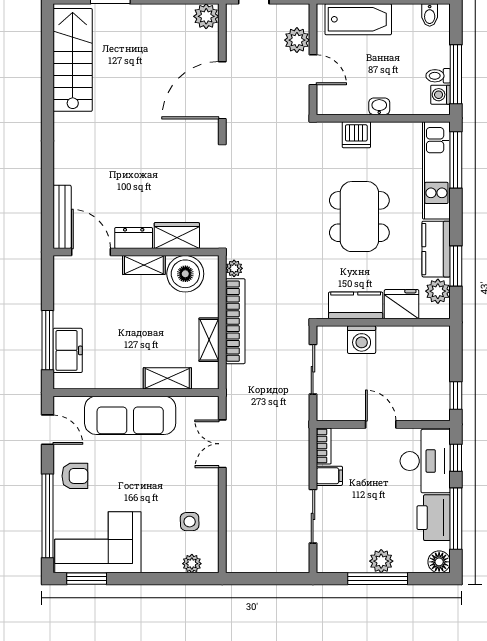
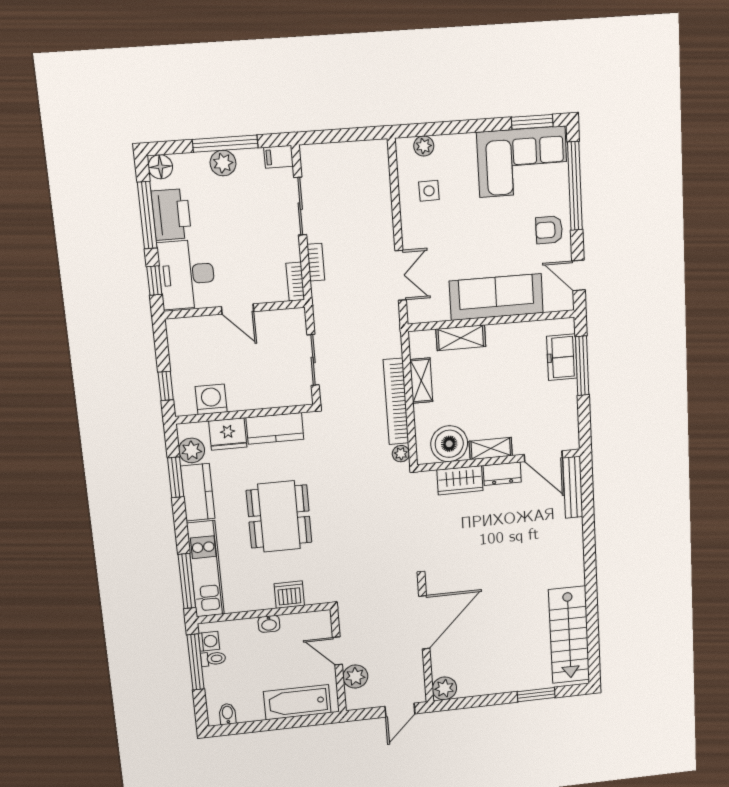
washing machine: (362, 340) -> (211, 399), moved
window: (456, 396) -> (166, 386), moved
bookcase: (303, 463) -> (316, 262), added
filing cabinet: (329, 476) -> (278, 157), moved

